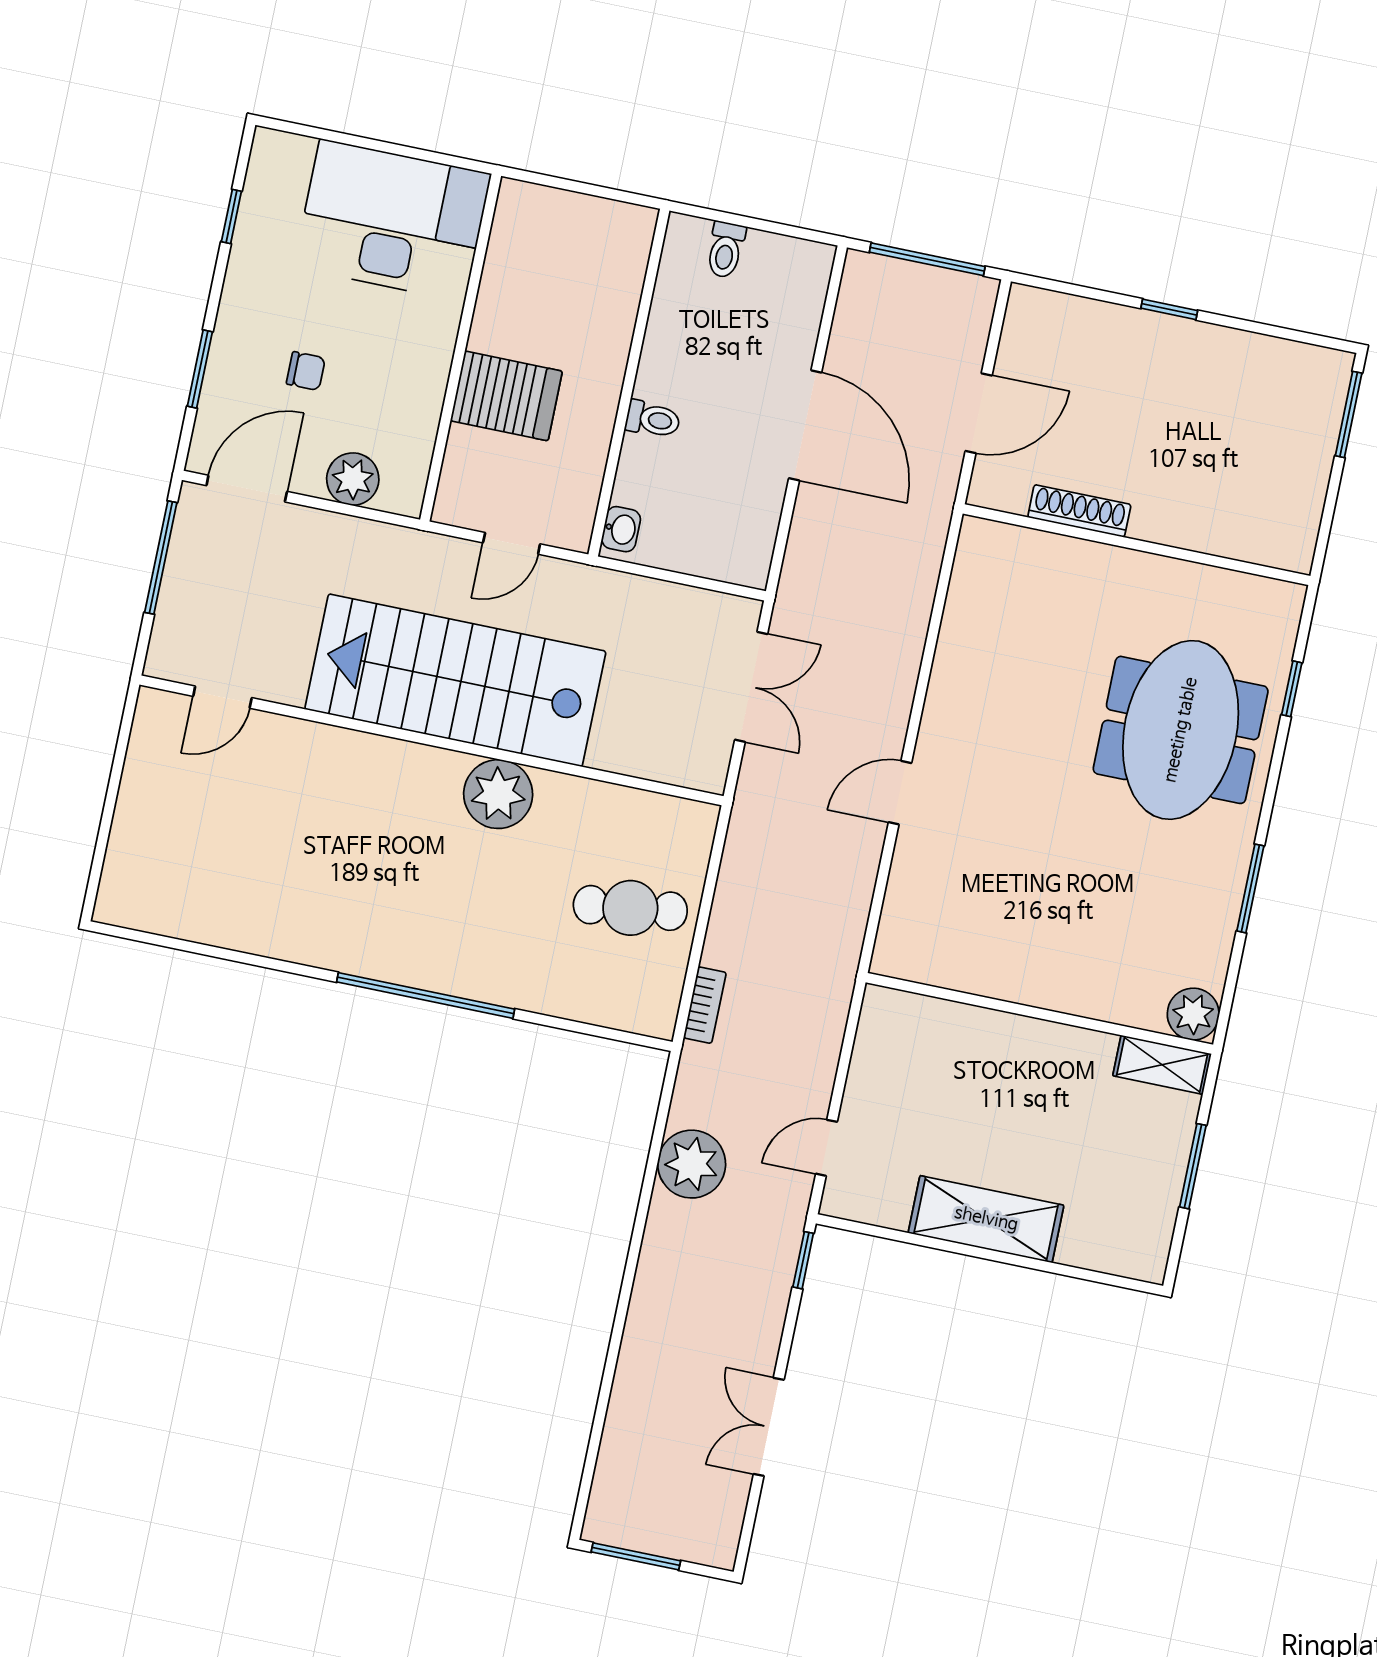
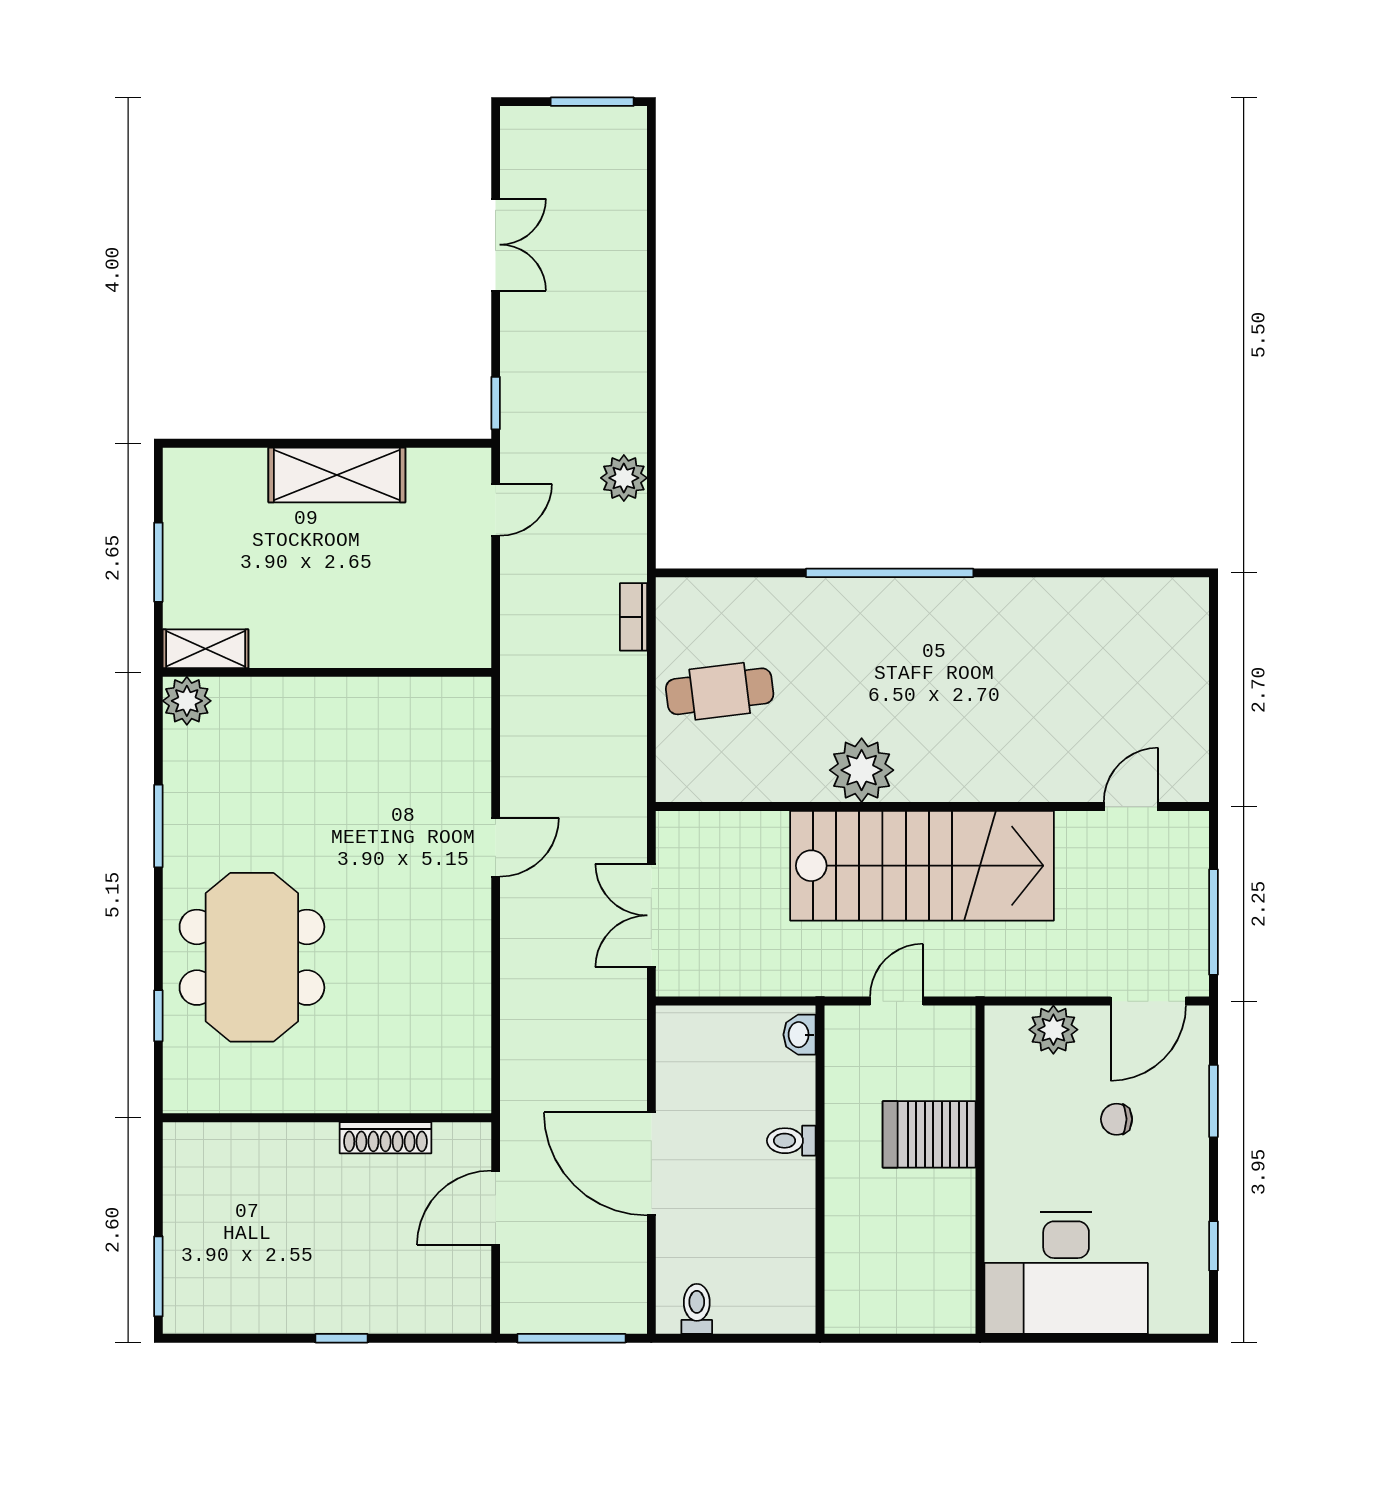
toilet: (726, 250) -> (697, 1309), moved
plant: (692, 1164) -> (624, 478), width x0.73, depth x0.73

